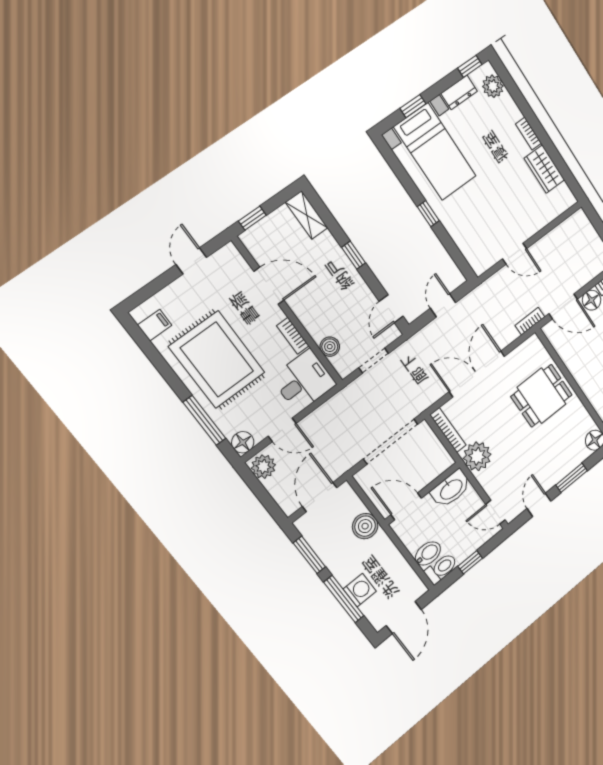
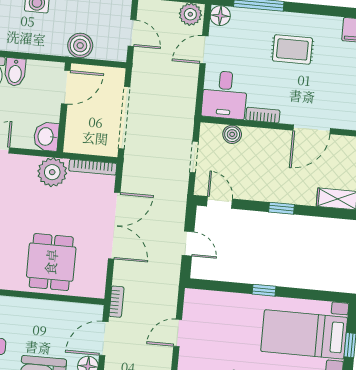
rug: (217, 360) -> (292, 49), width x0.54, depth x0.49
washbasin: (451, 489) -> (46, 137), width x0.72
door: (320, 497) -> (132, 33), width x0.73

